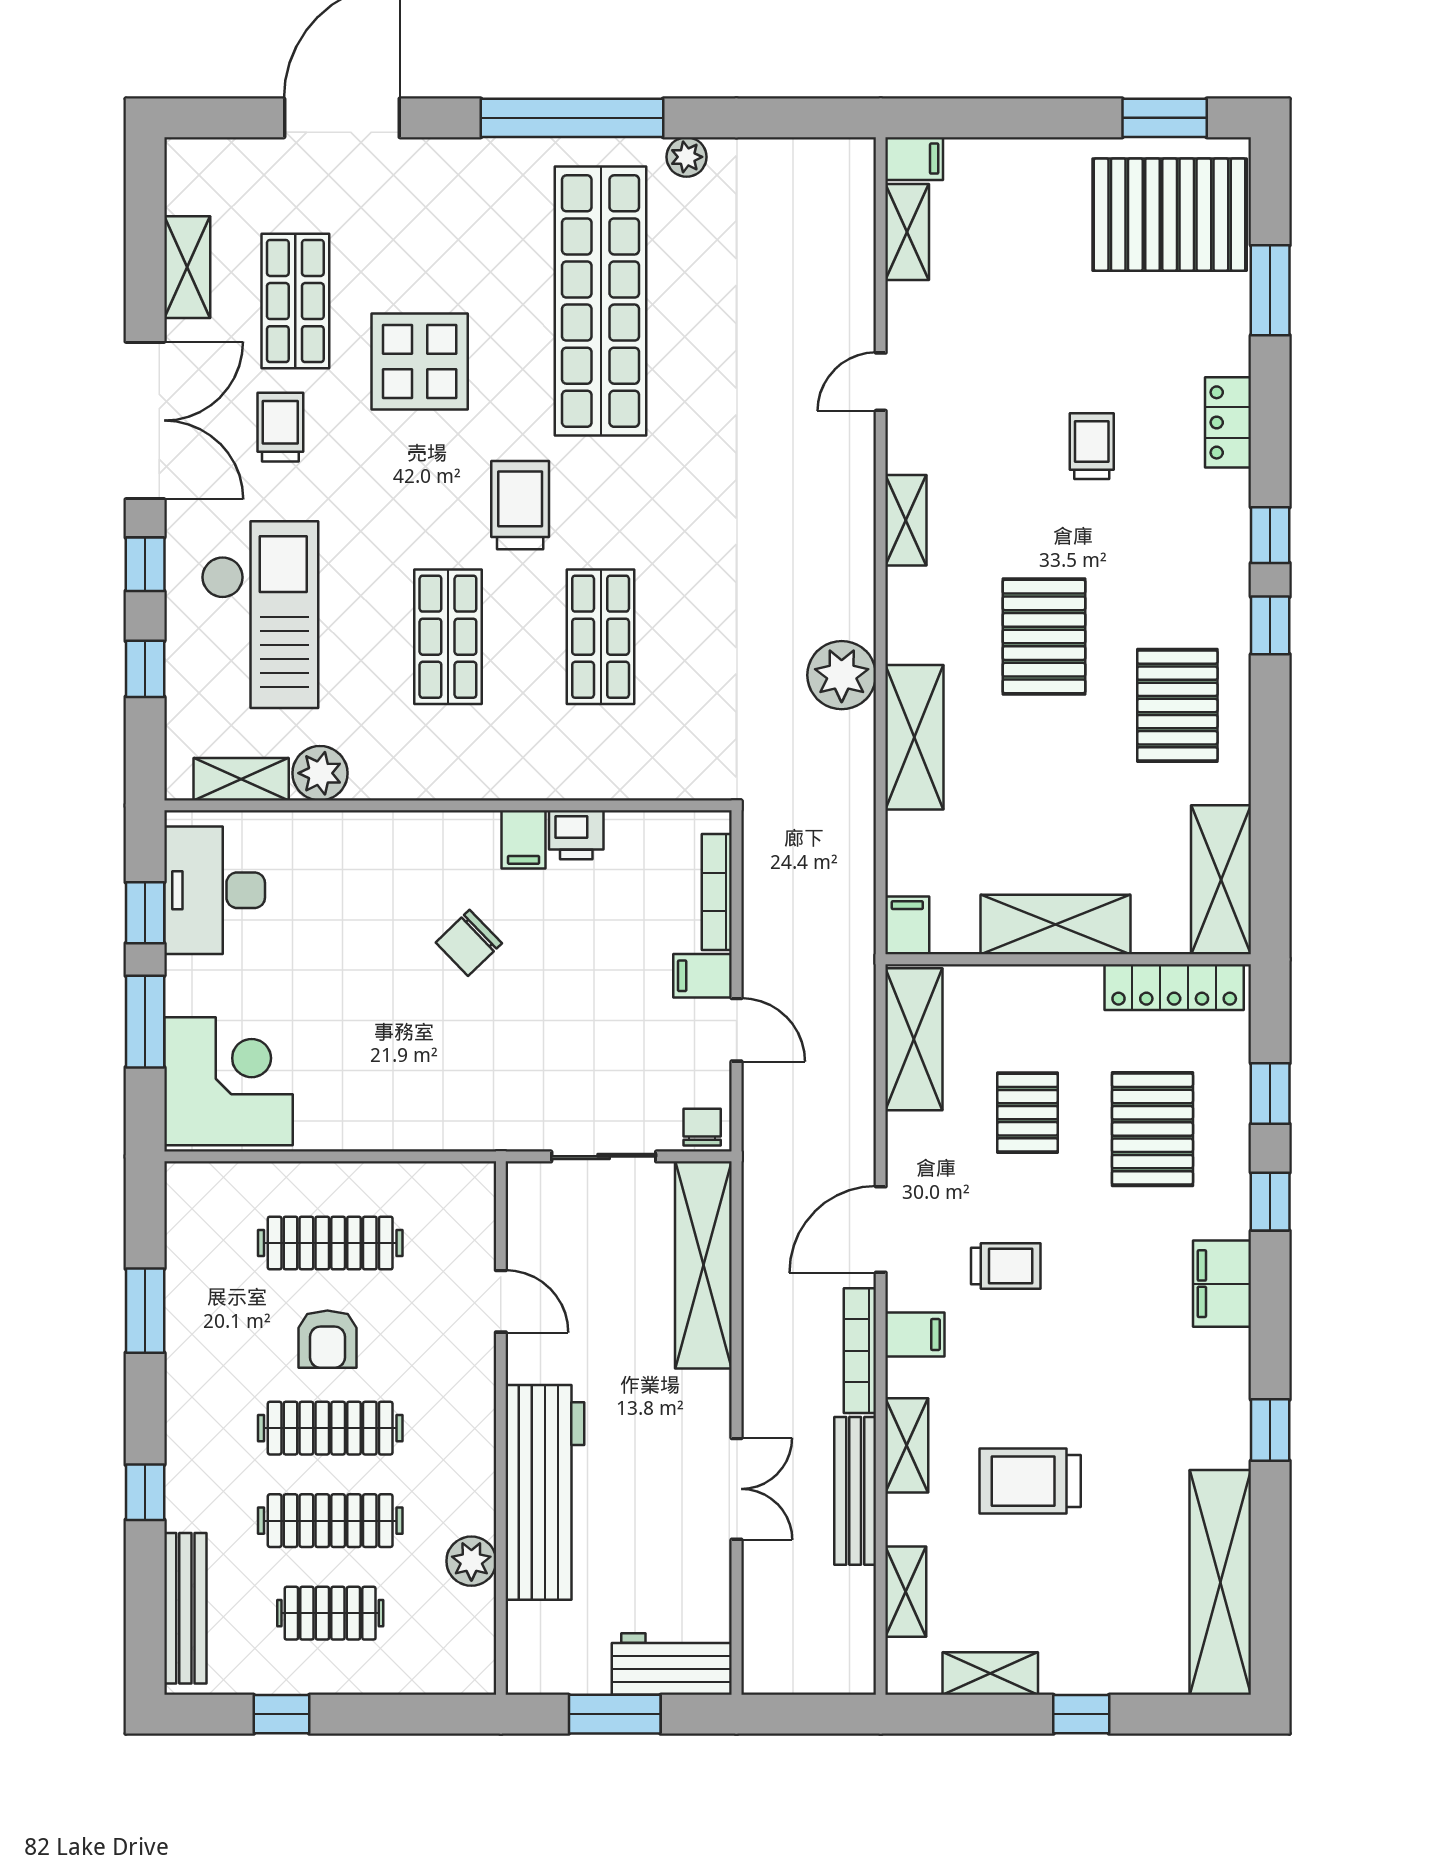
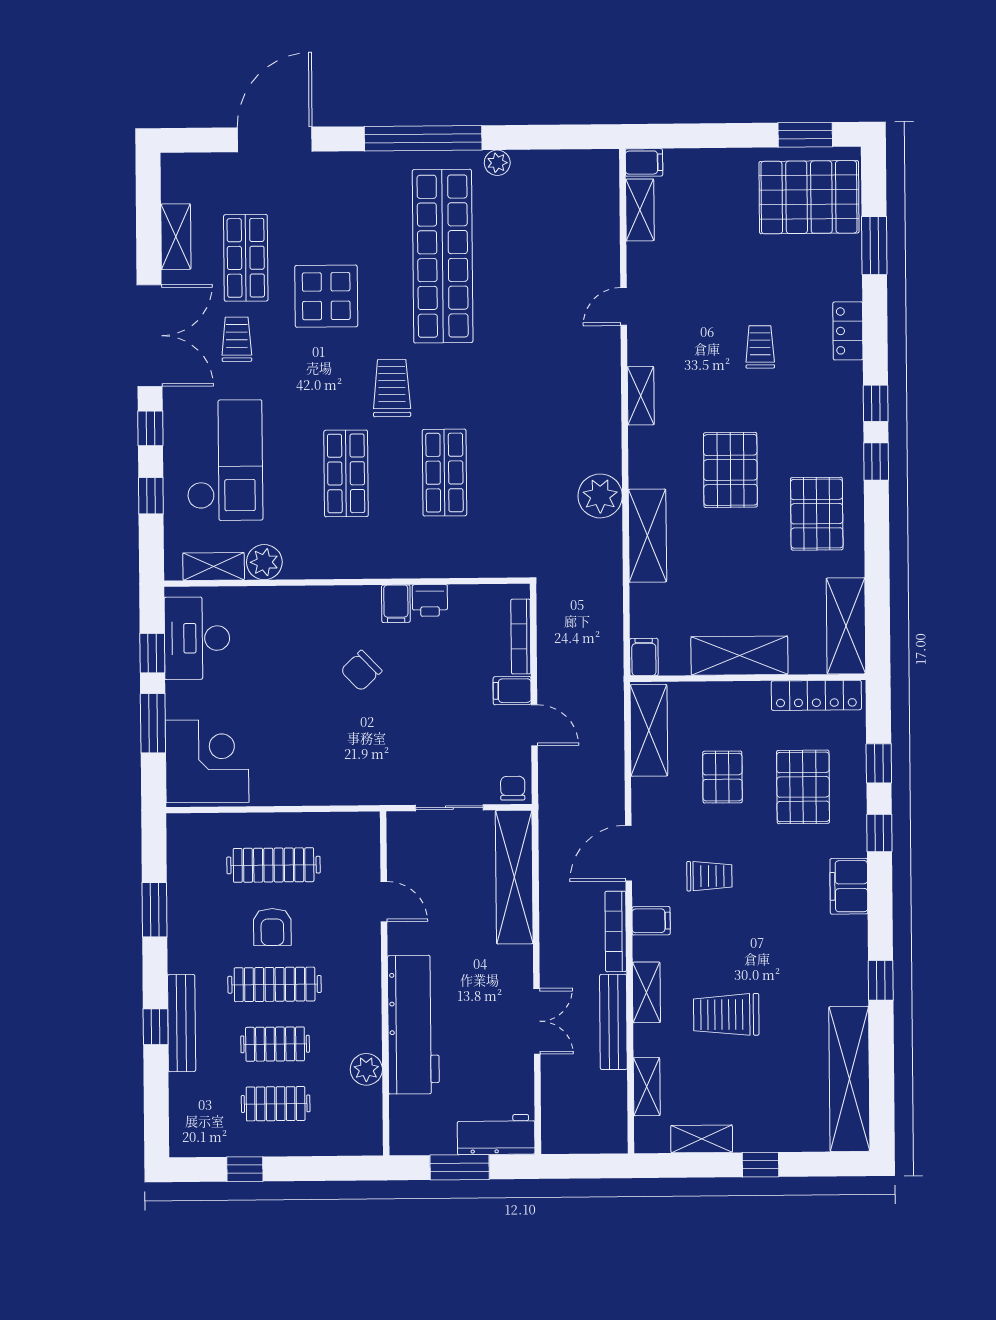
clothes rail: (330, 1521) -> (275, 1044), width x0.73
bench: (185, 1608) -> (182, 1023), moved

